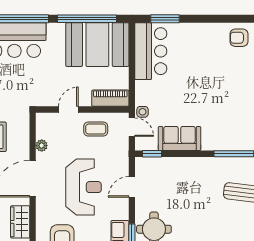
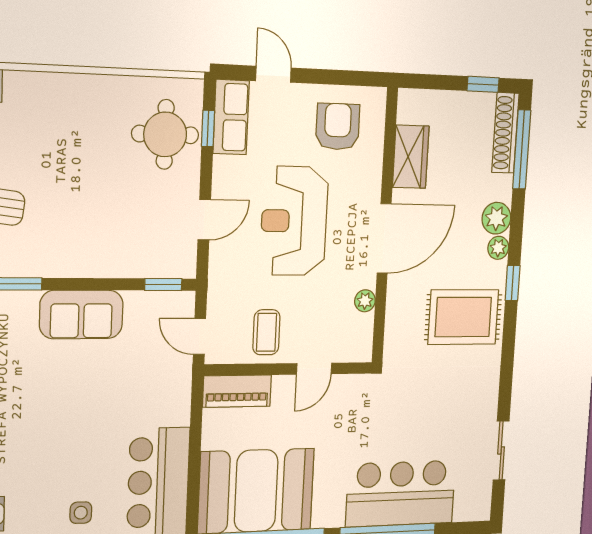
side table: (143, 112) -> (81, 513), moved
coffee table: (96, 129) -> (266, 332), turned 90
sofa: (179, 138) -> (81, 314), moved

